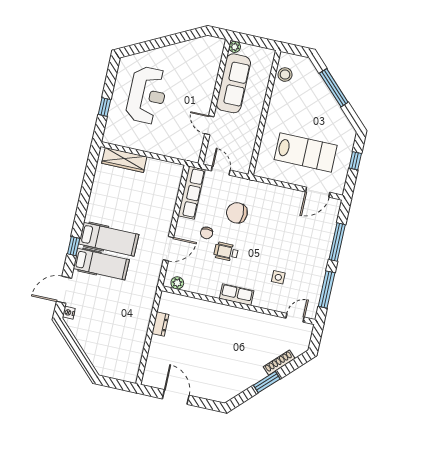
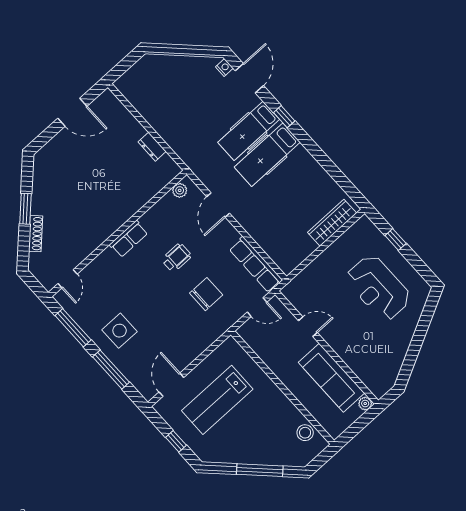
chair: (207, 233) -> (207, 252), removed
side table: (278, 277) -> (120, 331), moved, width x1.87, depth x1.87

